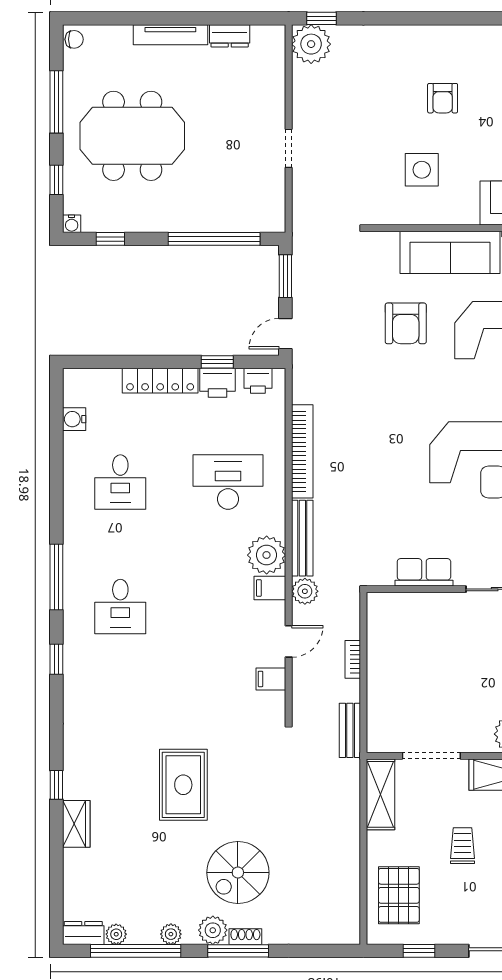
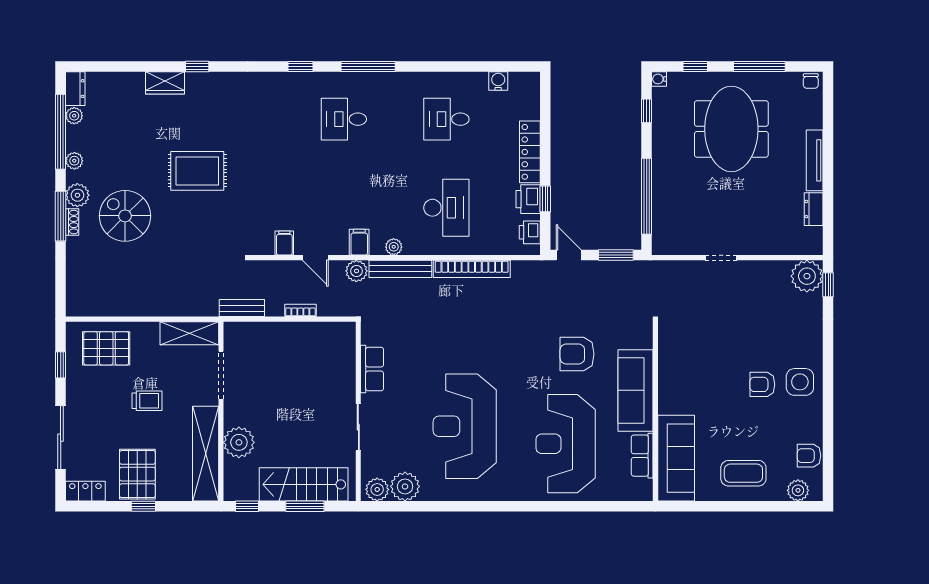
side table: (422, 170) -> (800, 382), moved
plant: (267, 555) -> (394, 247), width x0.53, depth x0.53

